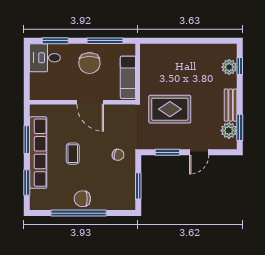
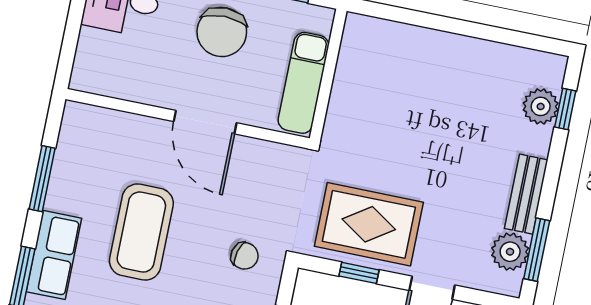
rug: (170, 109) -> (369, 224), moved
window: (167, 152) -> (359, 273), width x0.67
row of seats: (38, 153) -> (54, 255), width x0.50
coffee table: (73, 154) -> (141, 232), width x1.86, depth x1.72

